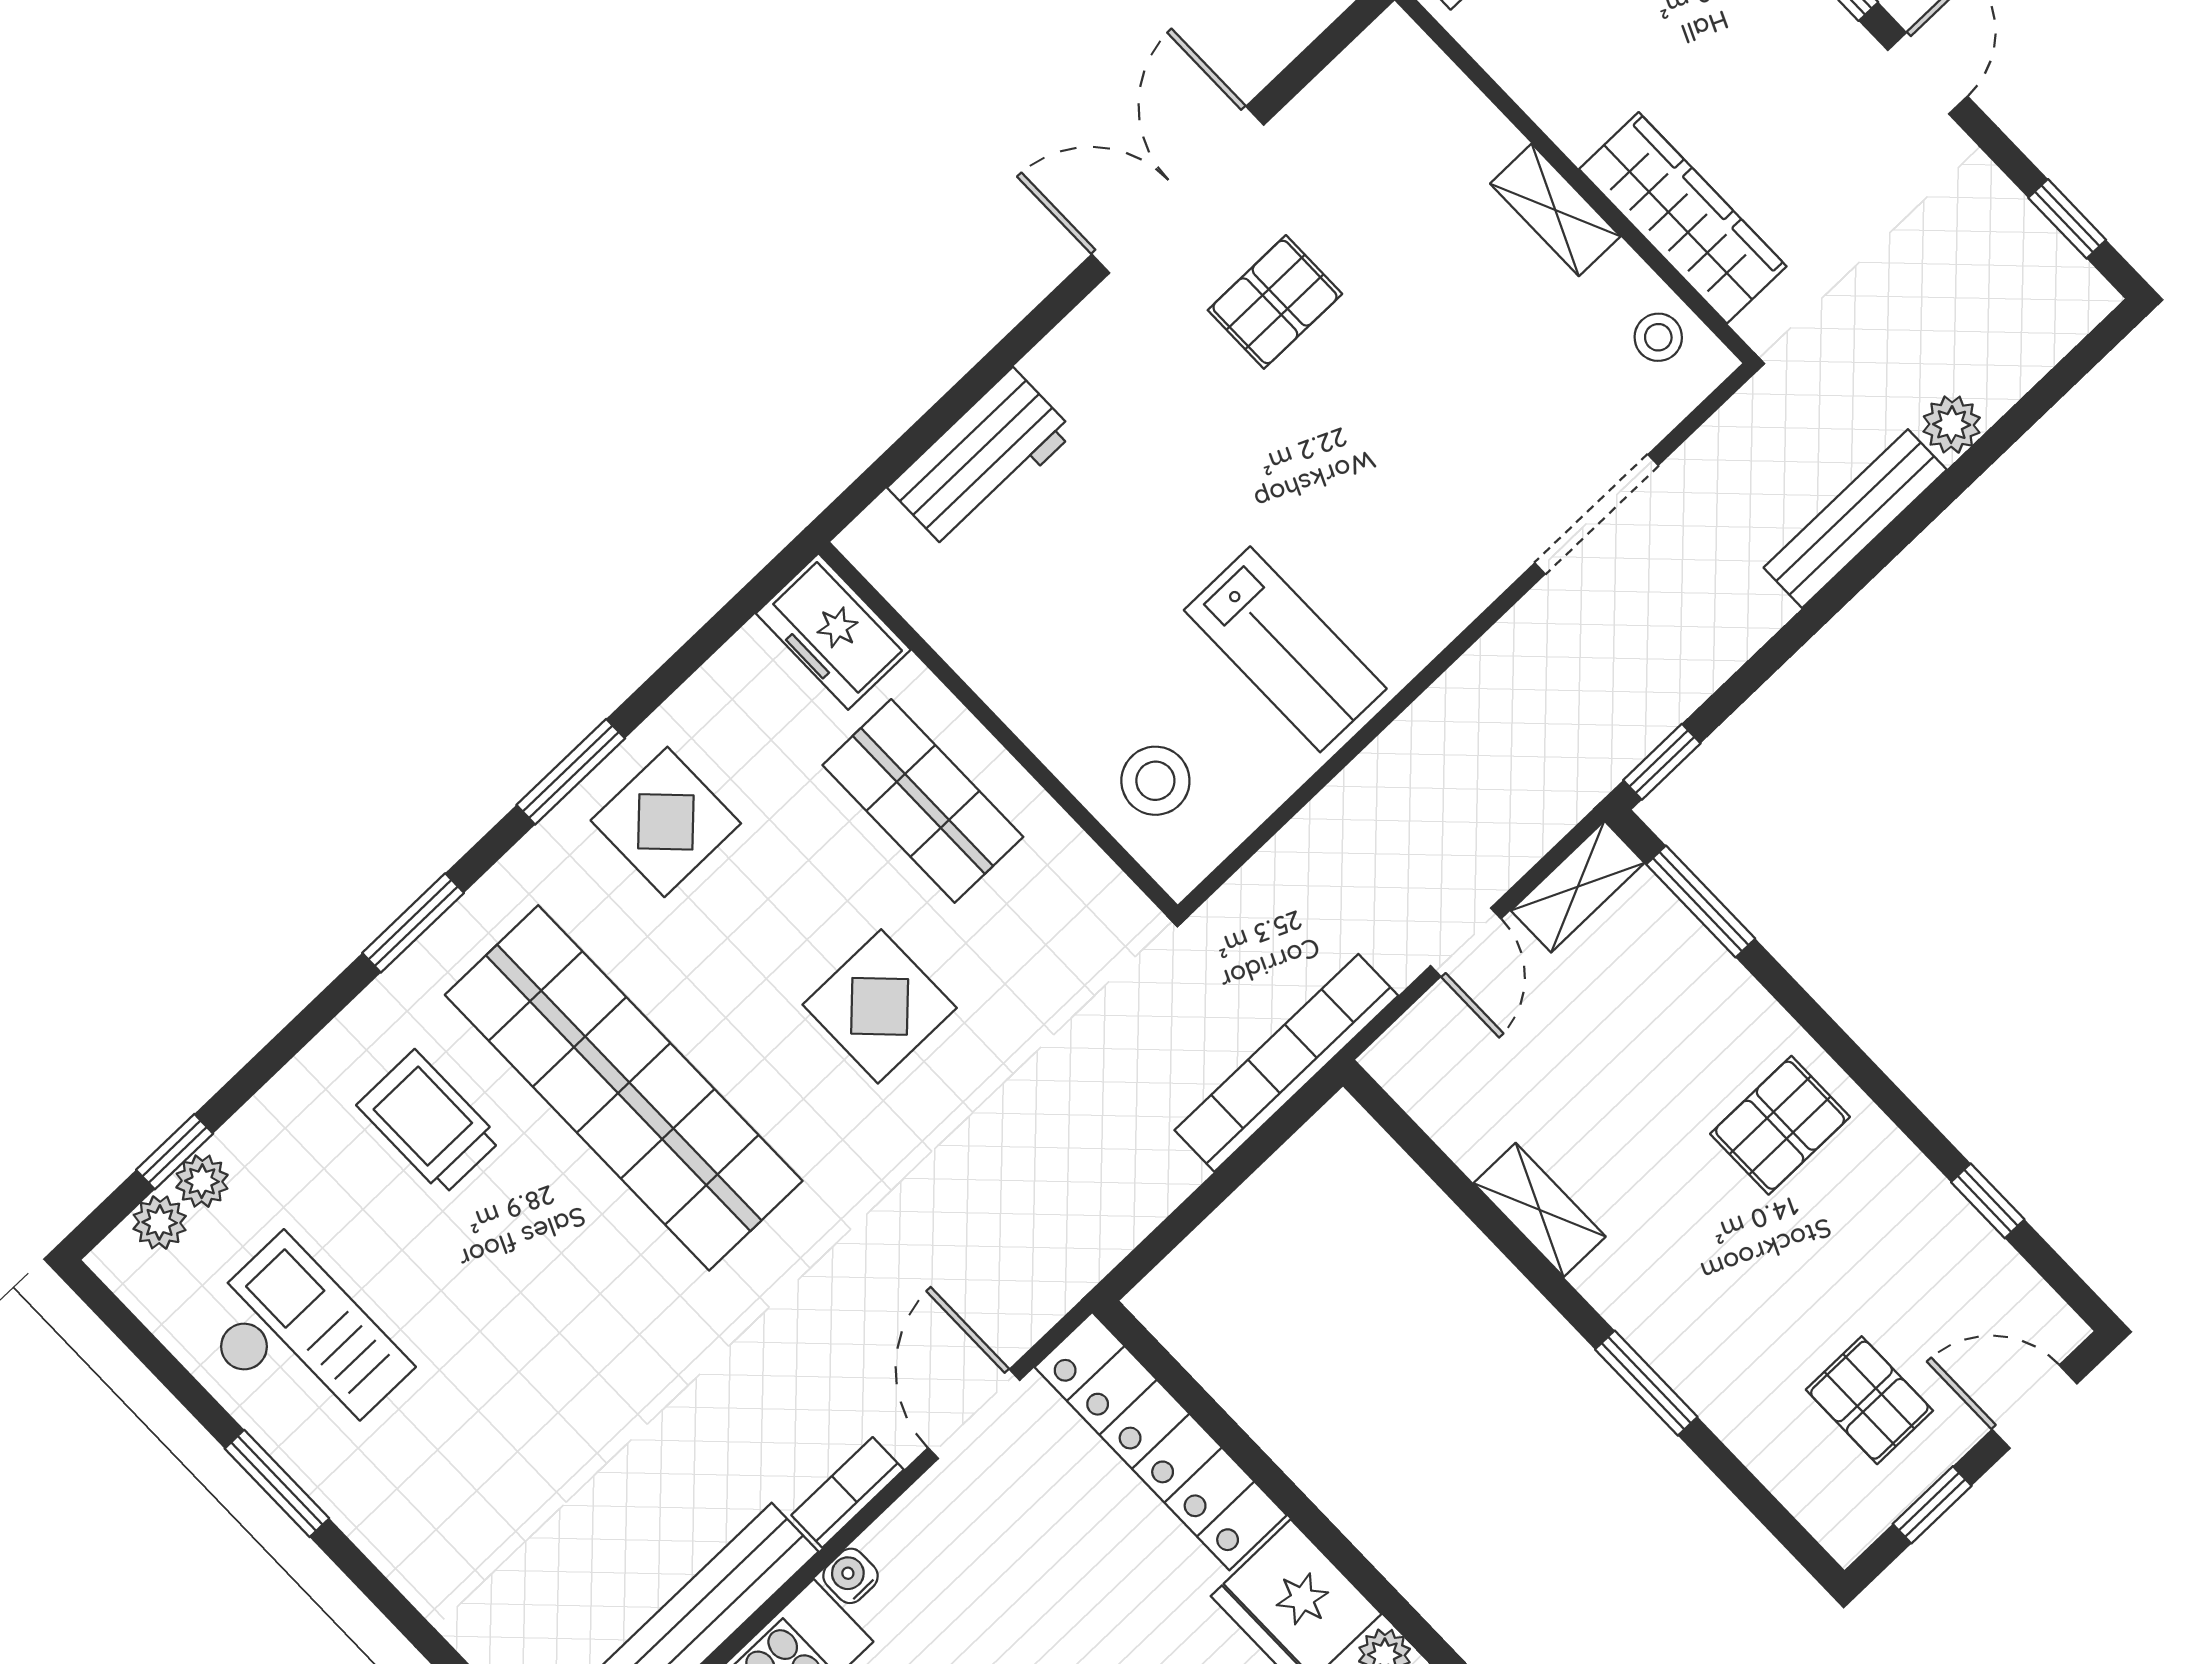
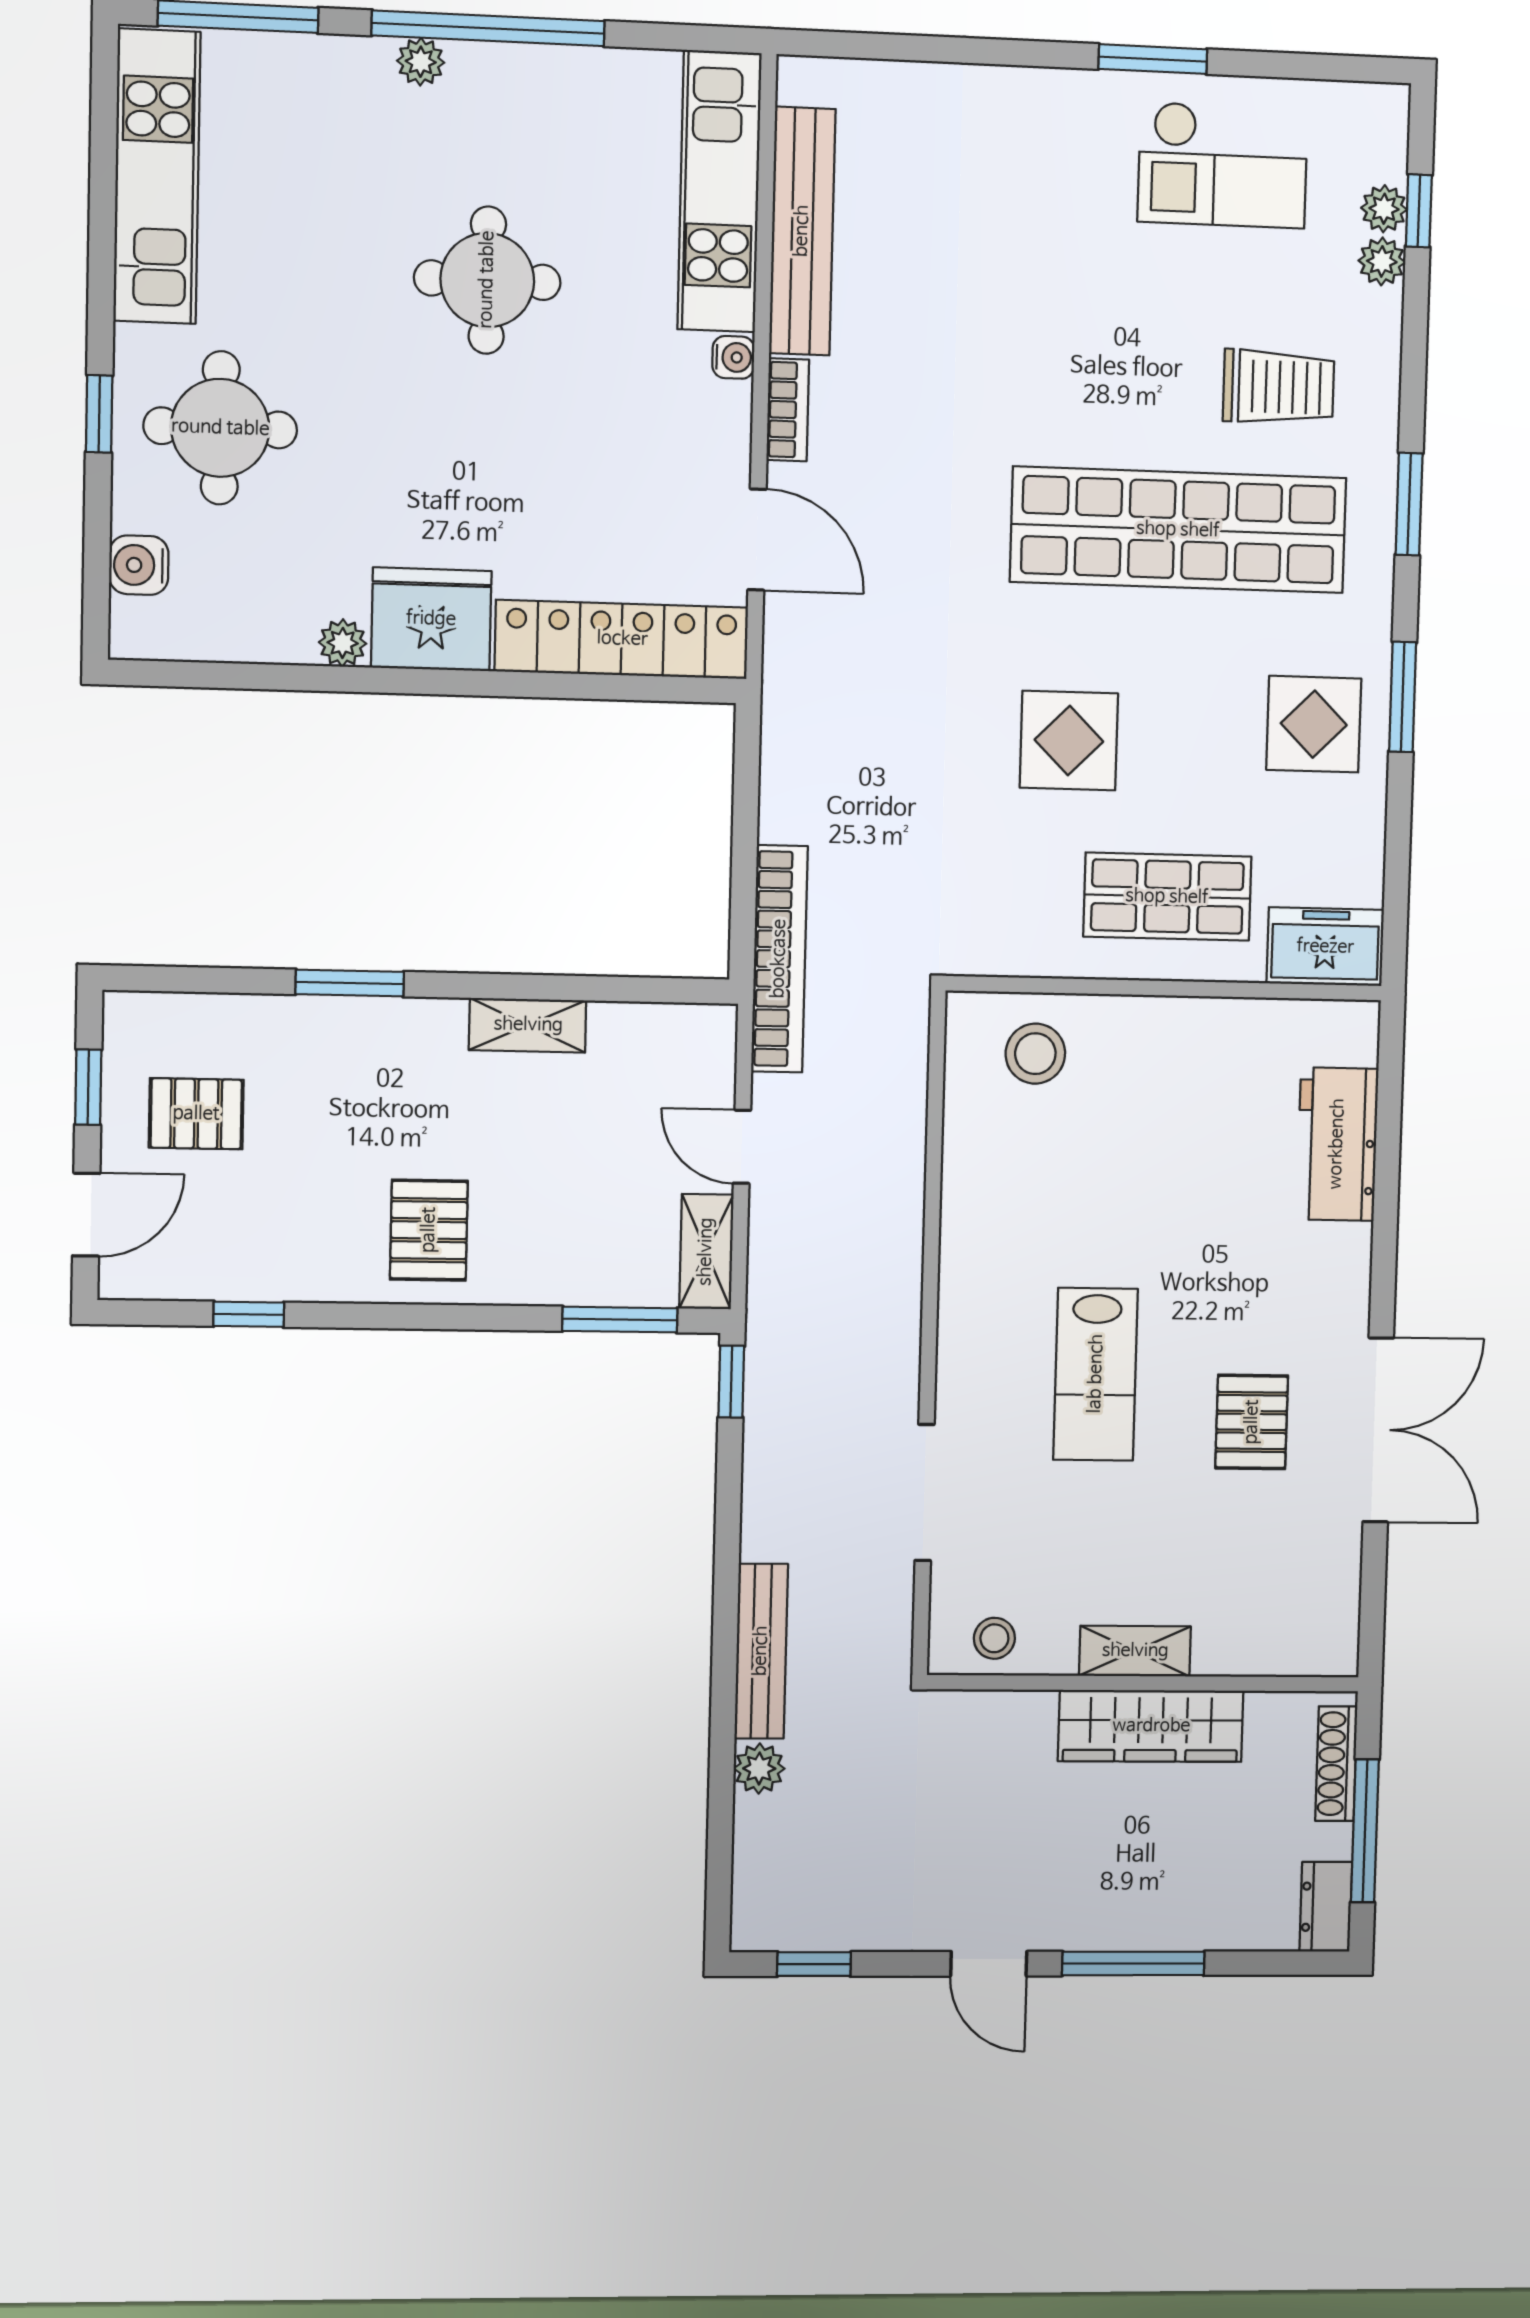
wardrobe: (1683, 218) -> (1151, 1726), moved
lab bench: (1285, 649) -> (1096, 1374), moved, turned -90
plant: (160, 1222) -> (1382, 261), moved

